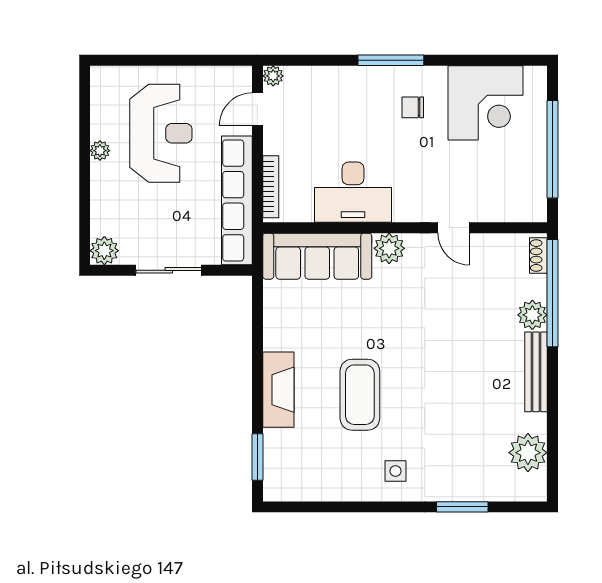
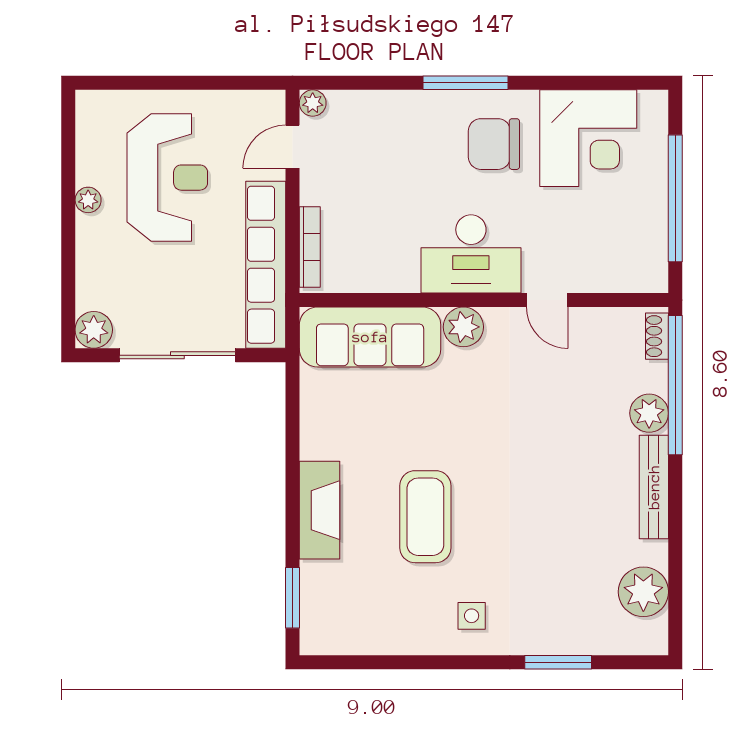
chair: (413, 107) -> (494, 144), width x1.87, depth x1.87
desk: (353, 192) -> (471, 254), moved
sliding door: (169, 270) -> (177, 355), width x1.37

